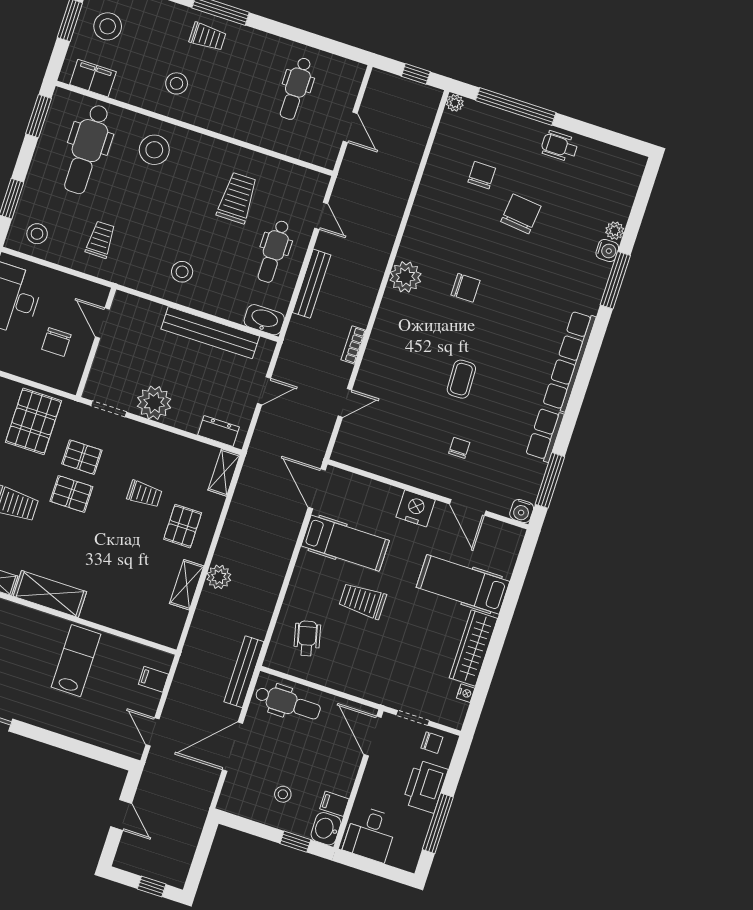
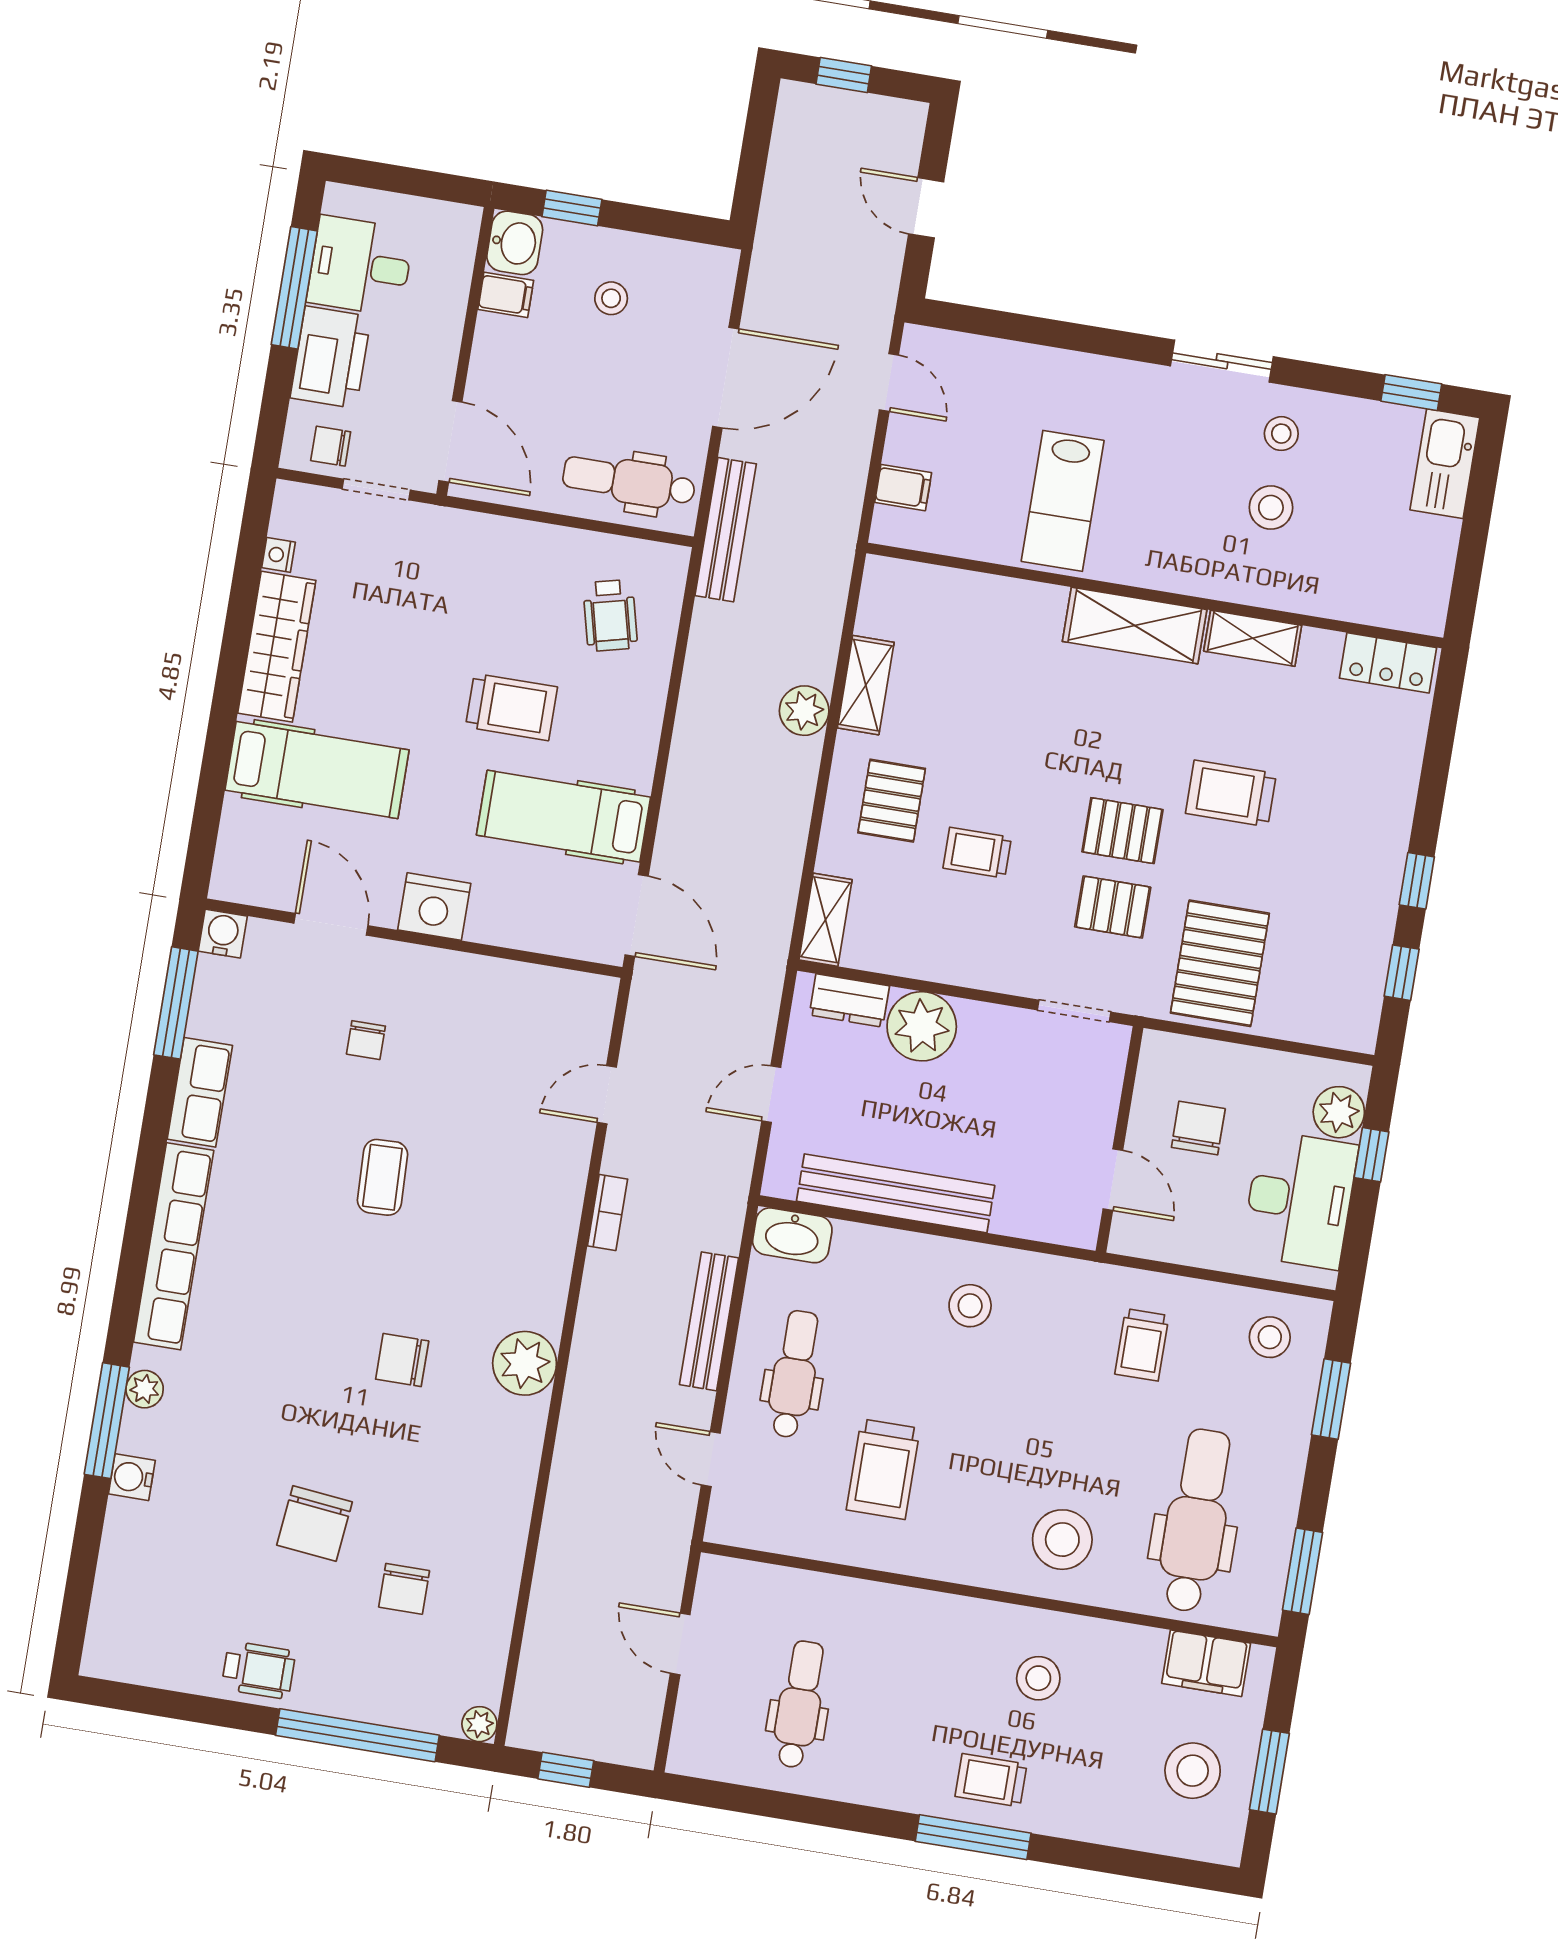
plant: (615, 231) -> (145, 1389), moved
plant: (154, 403) -> (922, 1026), moved
desk: (370, 834) -> (360, 266), moved, turned -90

